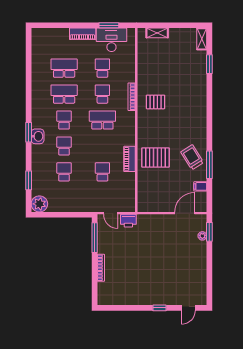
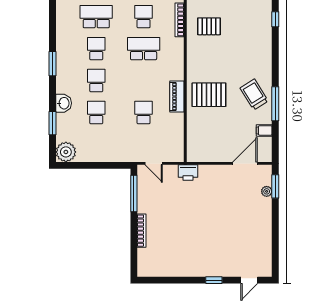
window: (209, 96) -> (275, 19), added
washbasin: (38, 136) -> (64, 103), moved
printer: (128, 221) -> (188, 173), moved

